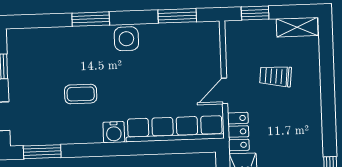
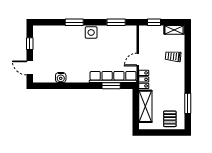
trolley: (276, 76) -> (173, 56), moved
coffee table: (81, 94) -> (68, 58), removed
water cooler: (114, 132) -> (61, 78), moved
window: (42, 152) -> (111, 86), moved

